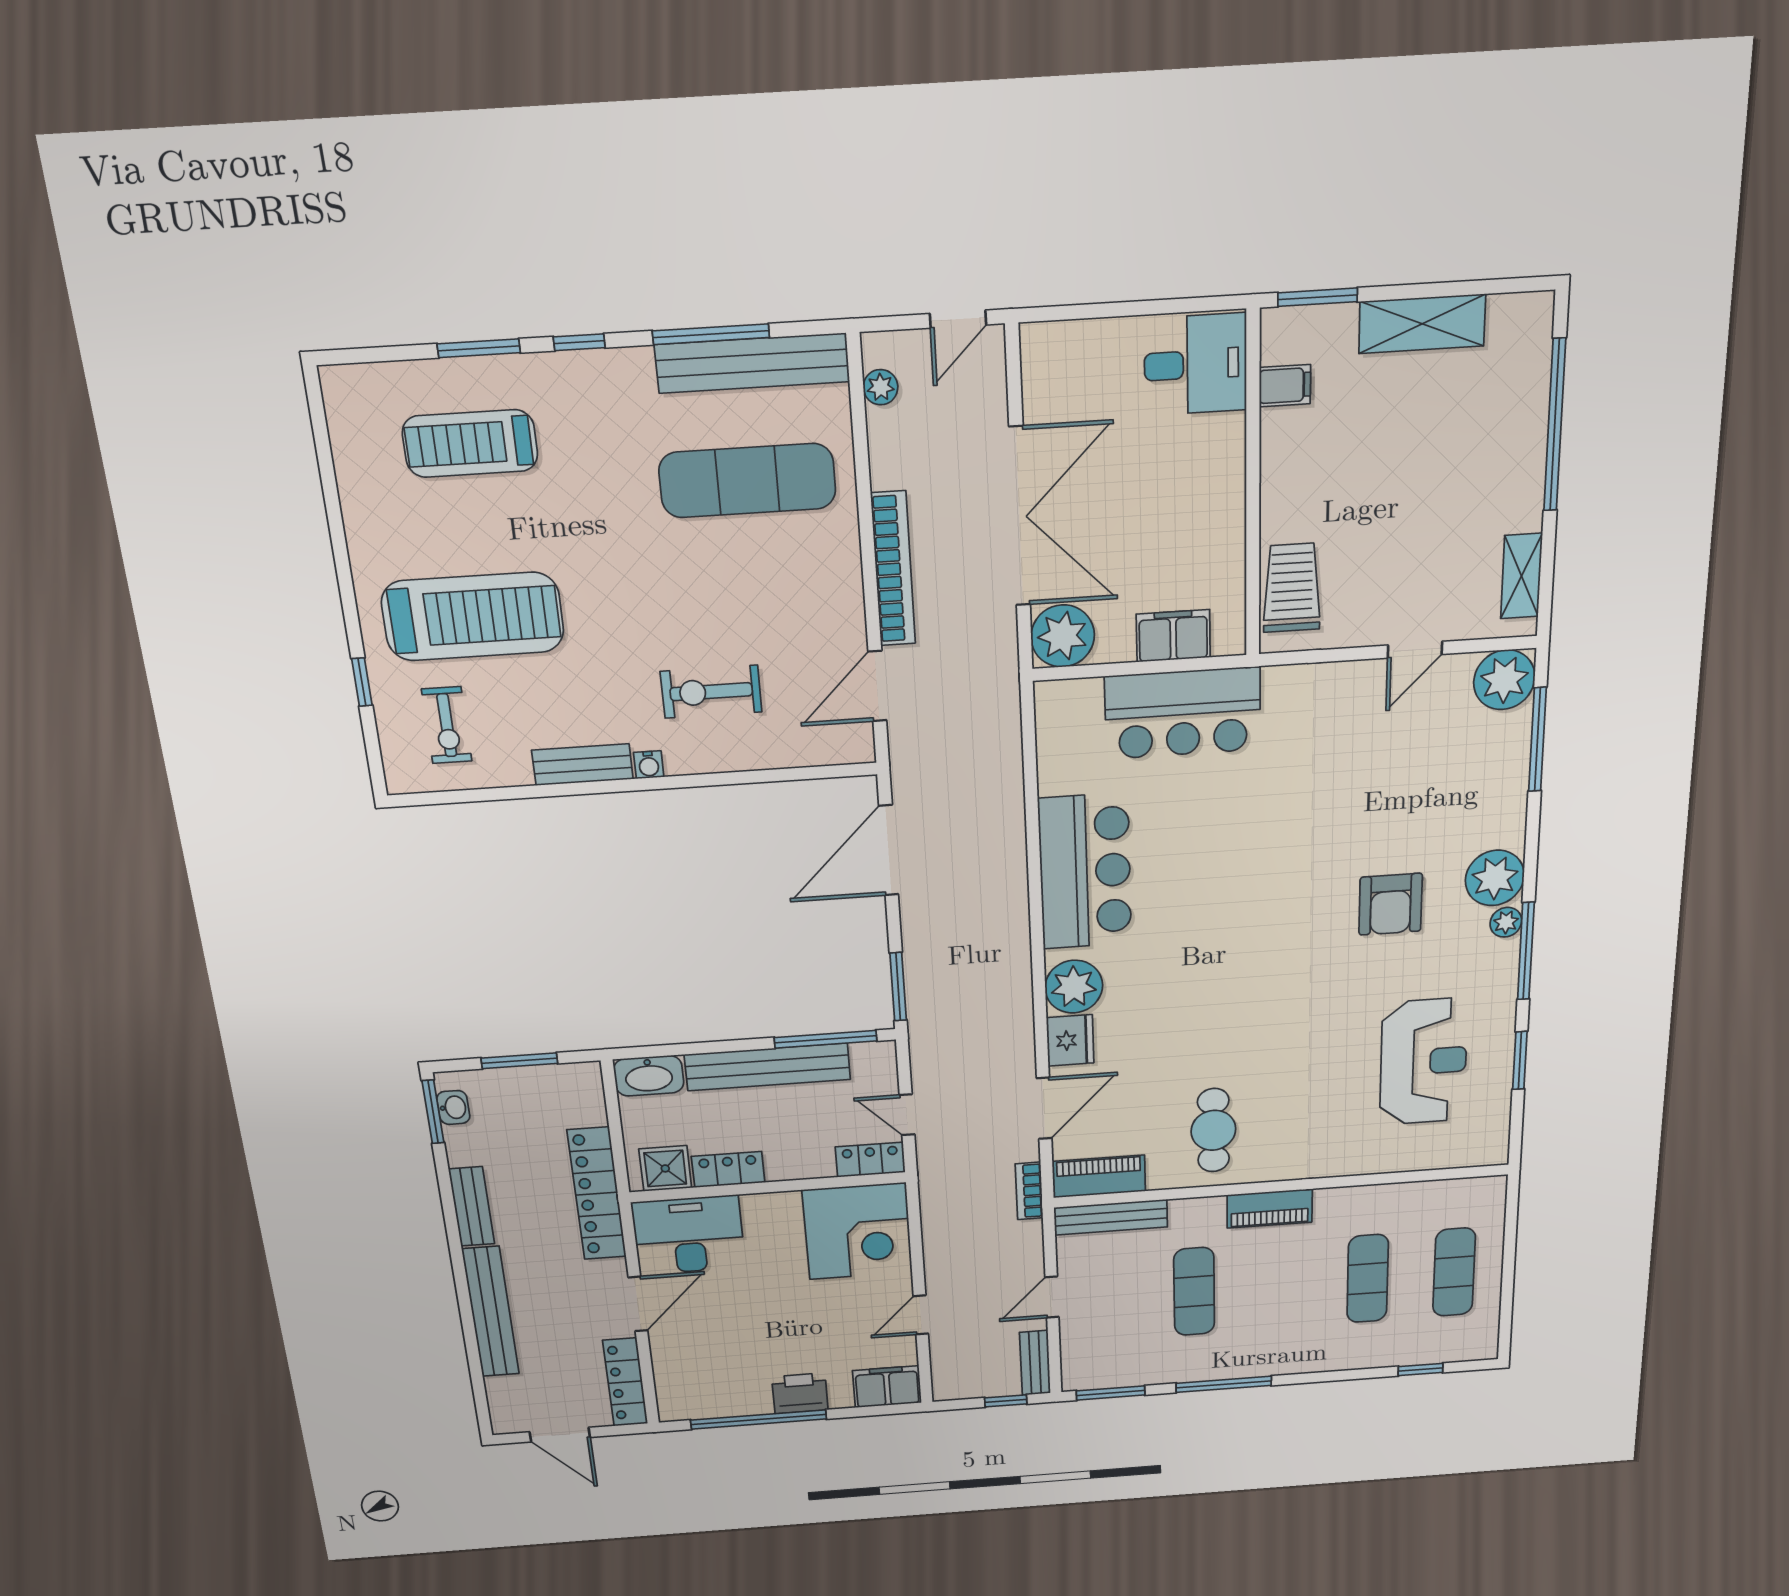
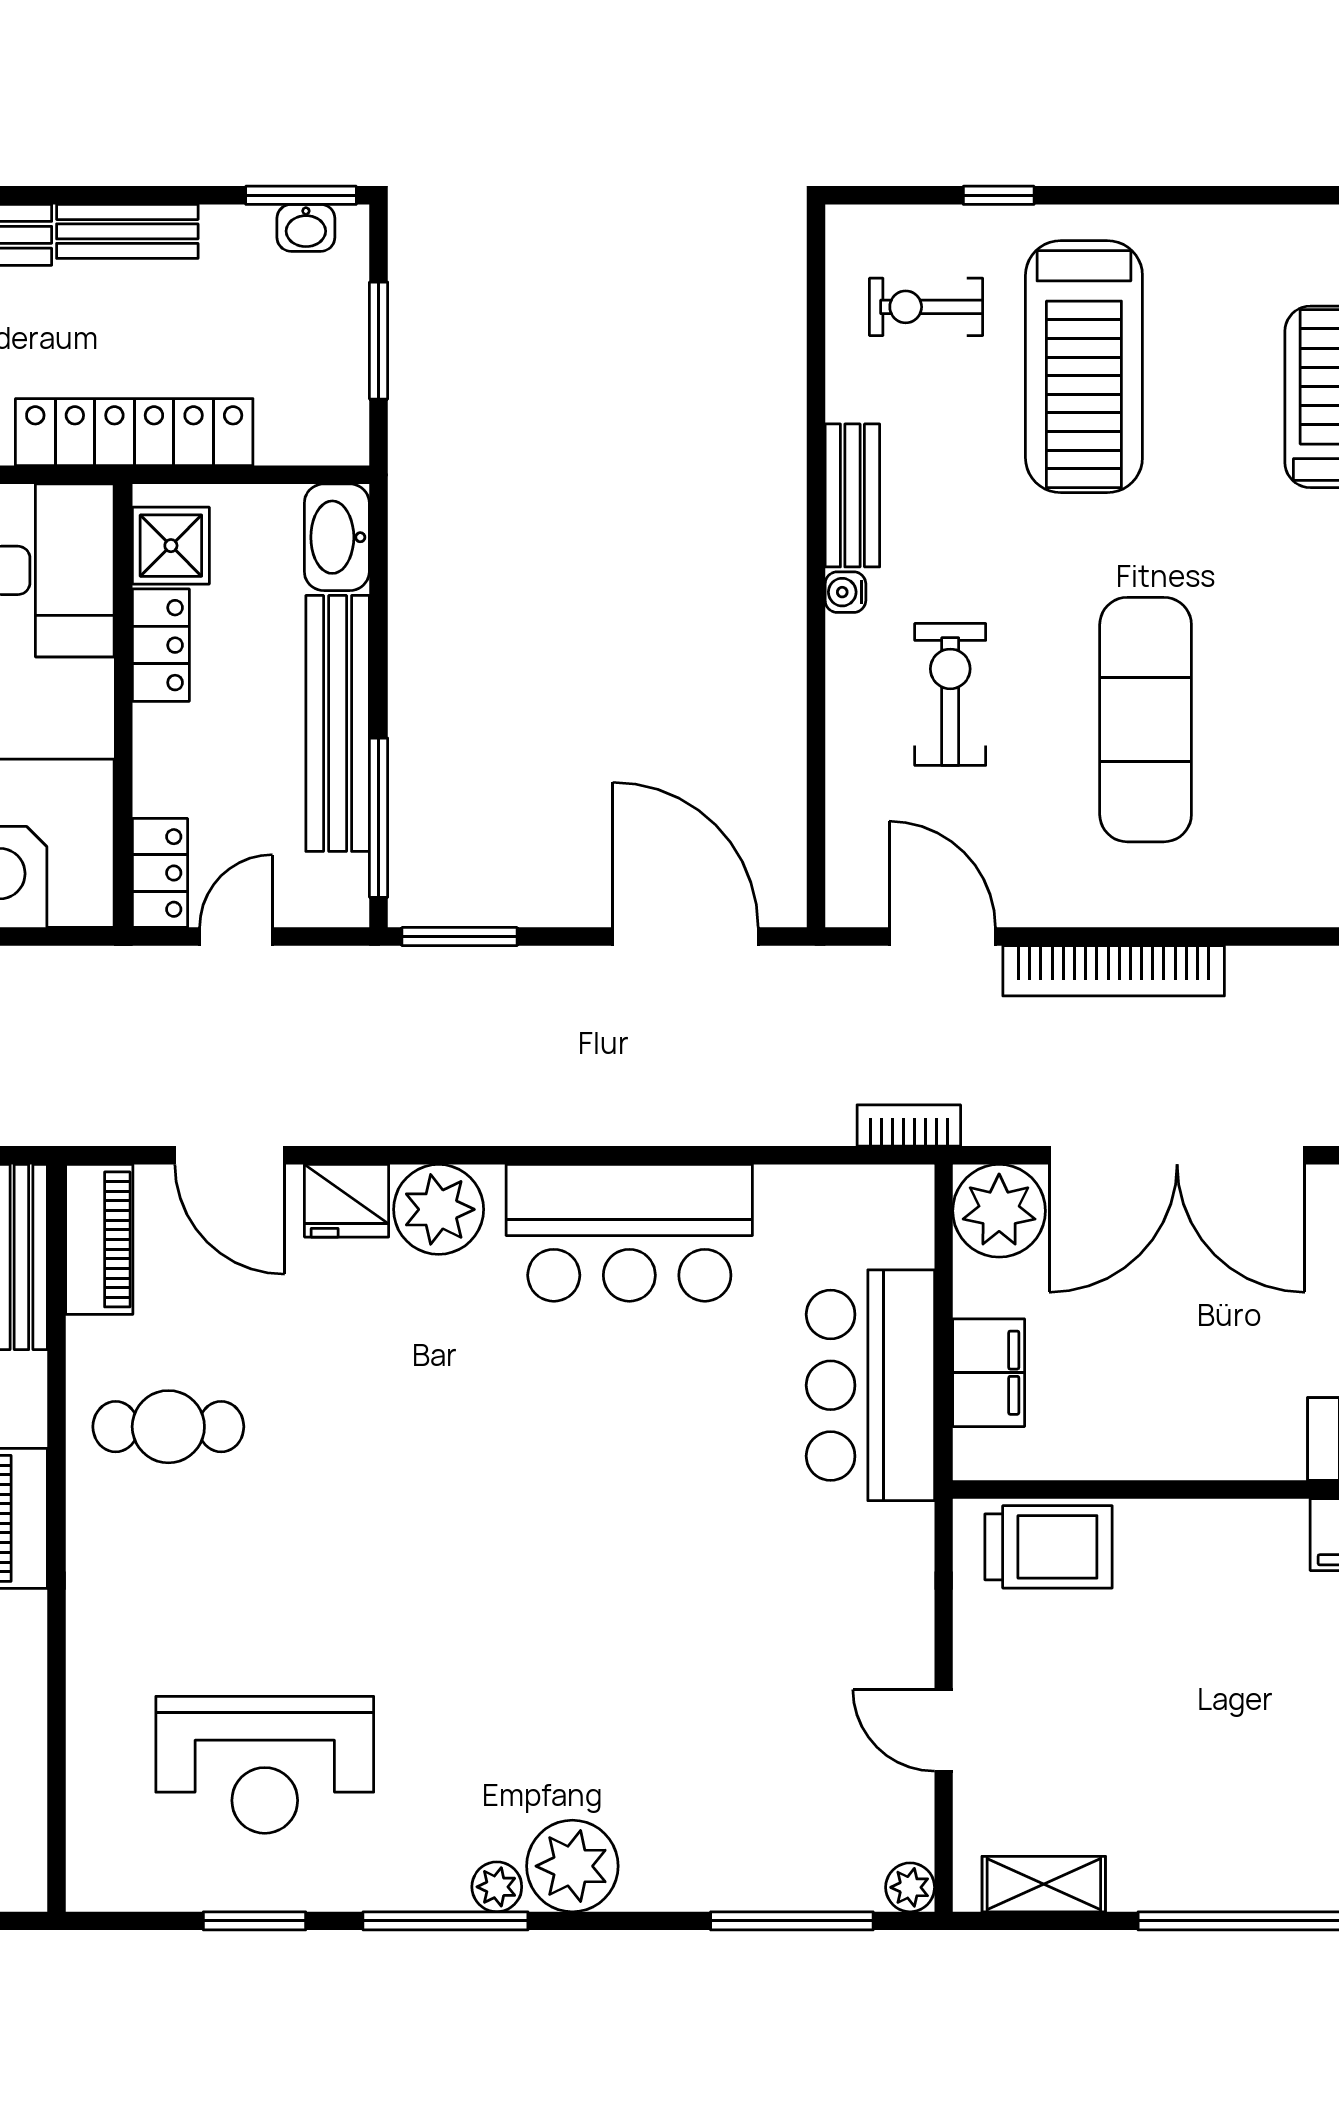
exercise mat: (747, 481) -> (1146, 720), moved
plant: (1504, 680) -> (910, 1887), width x0.53, depth x0.53
armchair: (1391, 904) -> (541, 1705), removed
bookcase: (1029, 1191) -> (909, 1125), moved

